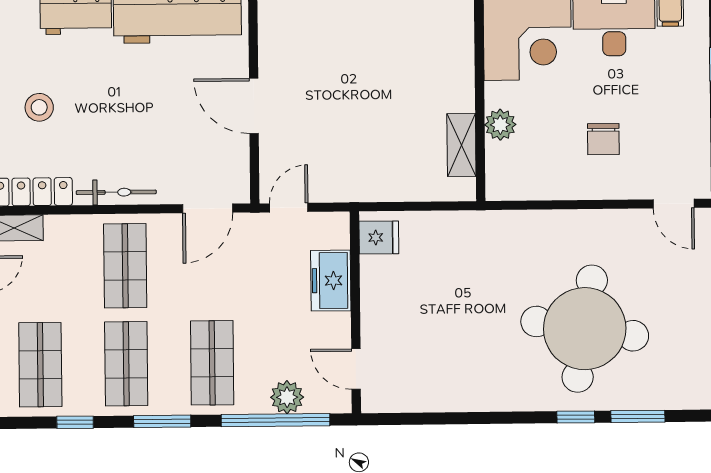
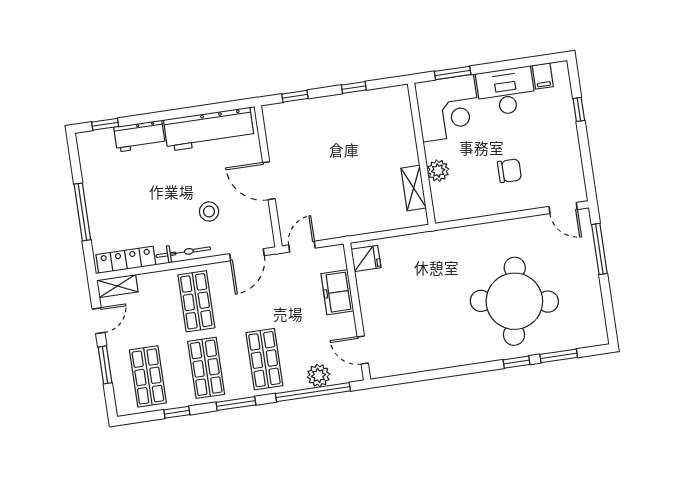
stool: (39, 107) -> (209, 211), moved
chair: (603, 139) -> (509, 171), turned -90

